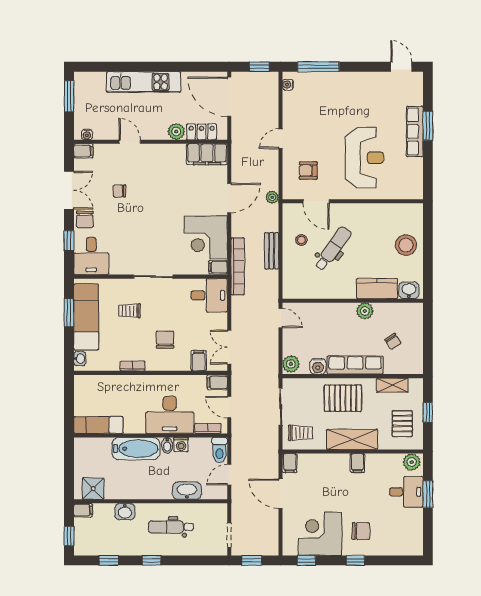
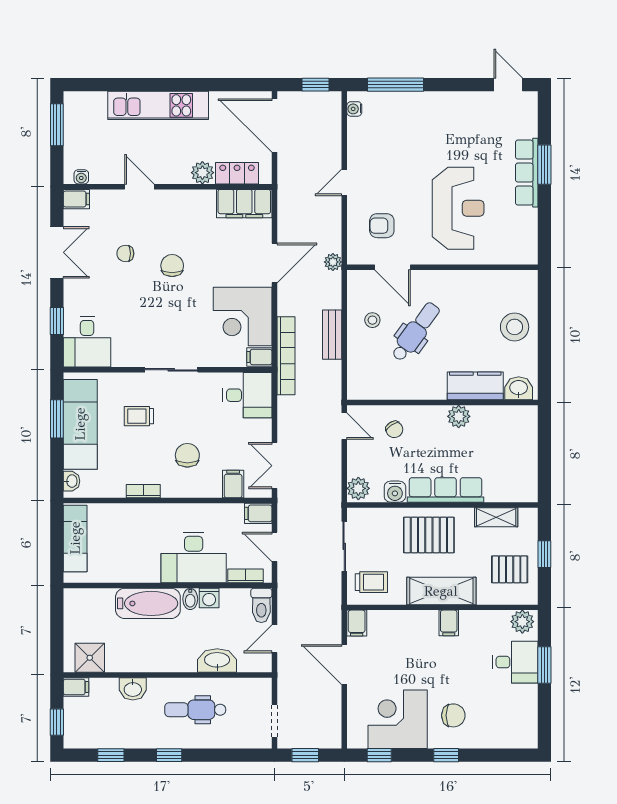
chair: (85, 219) -> (172, 266), moved, turned 180
chair: (393, 341) -> (394, 429), moved
pallet: (402, 424) -> (510, 569), turned 90
exam couch: (98, 425) -> (75, 538), moved, turned 90

